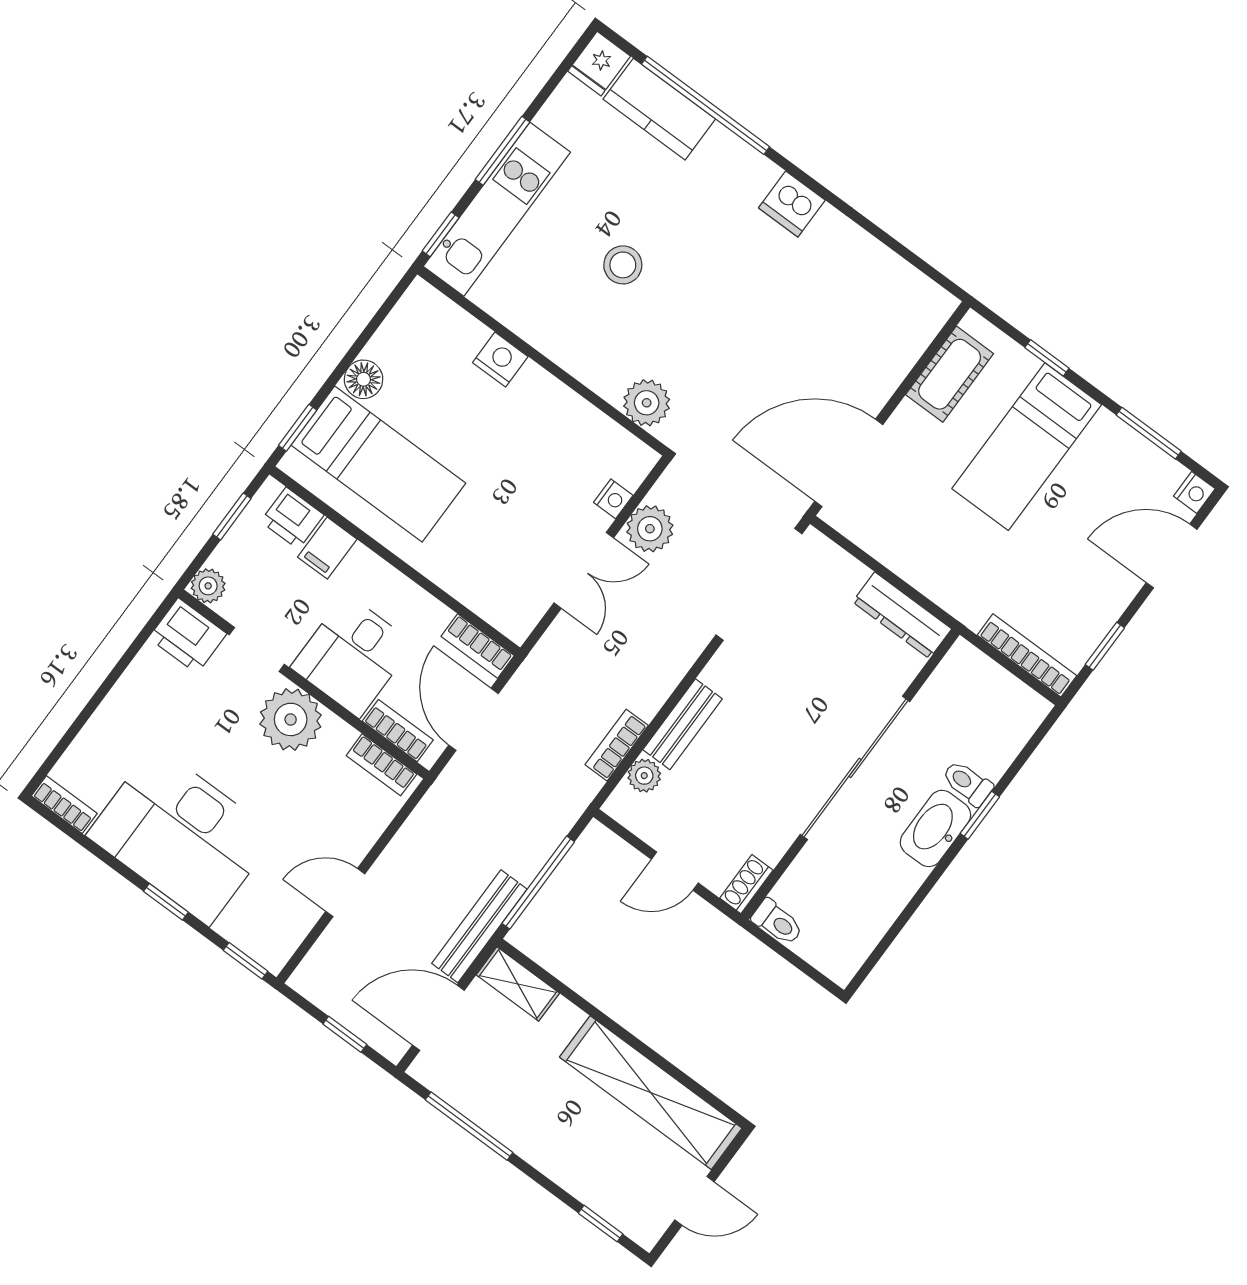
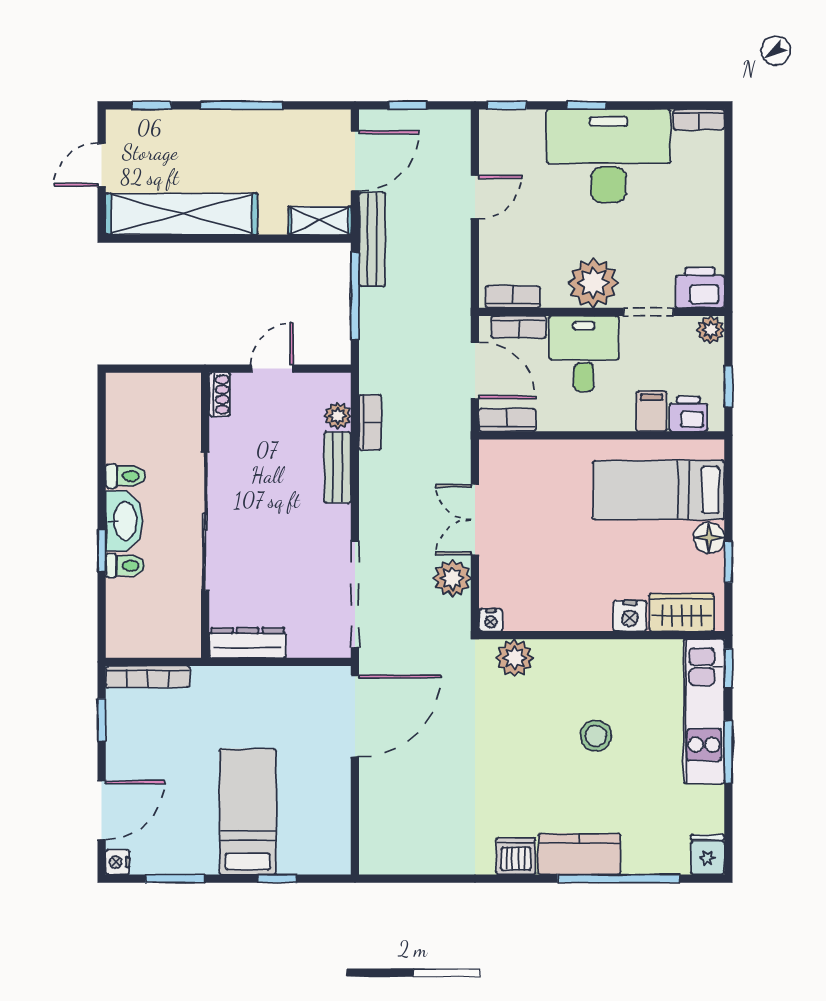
kitchen counter: (659, 109) -> (579, 854), moved
wardrobe: (446, 325) -> (682, 612), added
cot: (950, 374) -> (332, 821), removed
window: (298, 428) -> (728, 562), moved
nightstand: (613, 499) -> (491, 620), moved, turned -90
toilet: (777, 922) -> (125, 476), moved, turned 180
window: (469, 1126) -> (241, 105), moved

